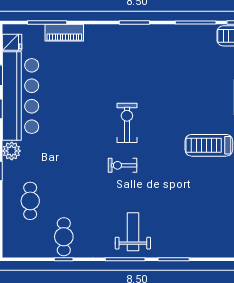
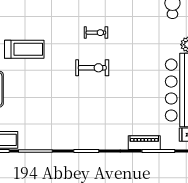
exercise bike: (127, 123) -> (92, 68), turned -90

